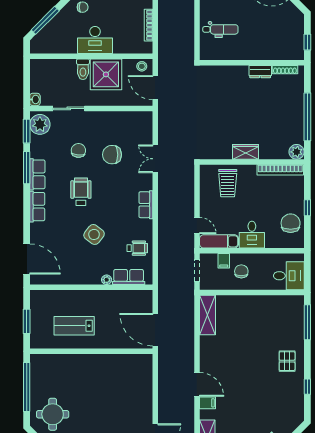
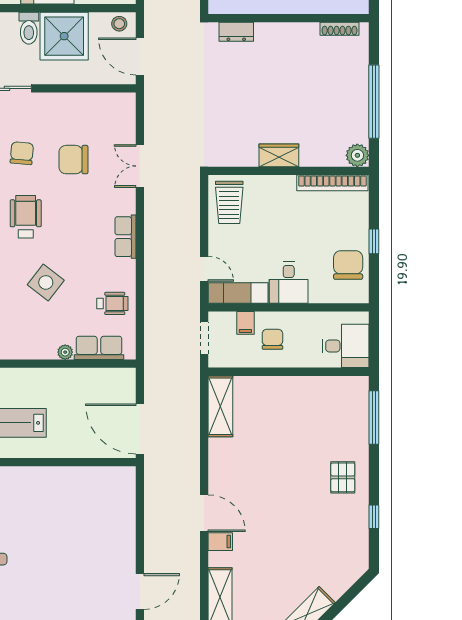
dresser: (260, 72) -> (236, 32), moved
trolley: (228, 183) -> (229, 202), moved

